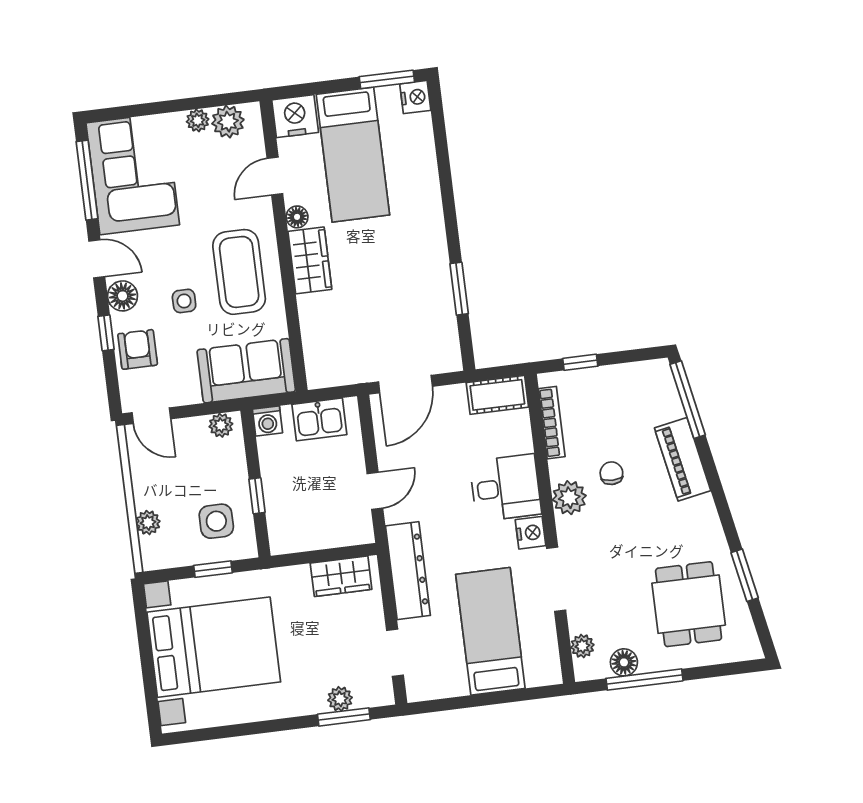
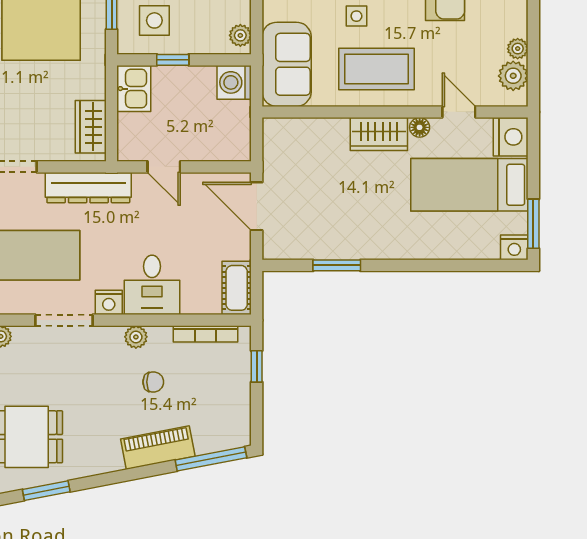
kitchen sink: (319, 419) -> (134, 89), moved, turned 180
washing machine: (267, 421) -> (234, 82), width x1.38, depth x1.38
plant: (569, 498) -> (136, 337), width x0.73, depth x0.73

